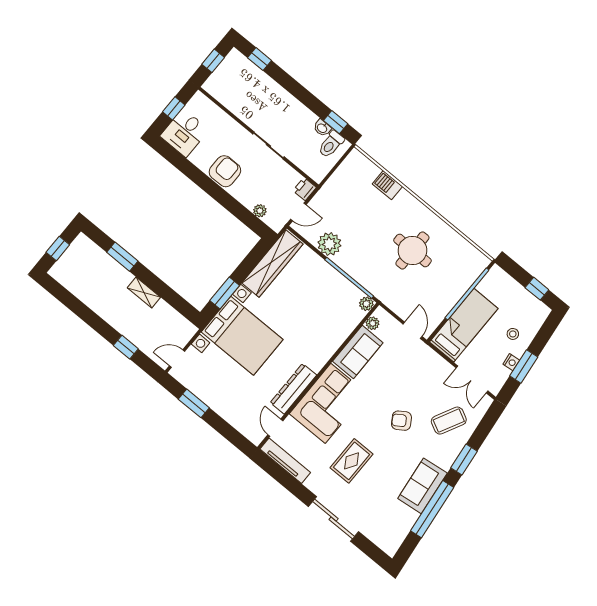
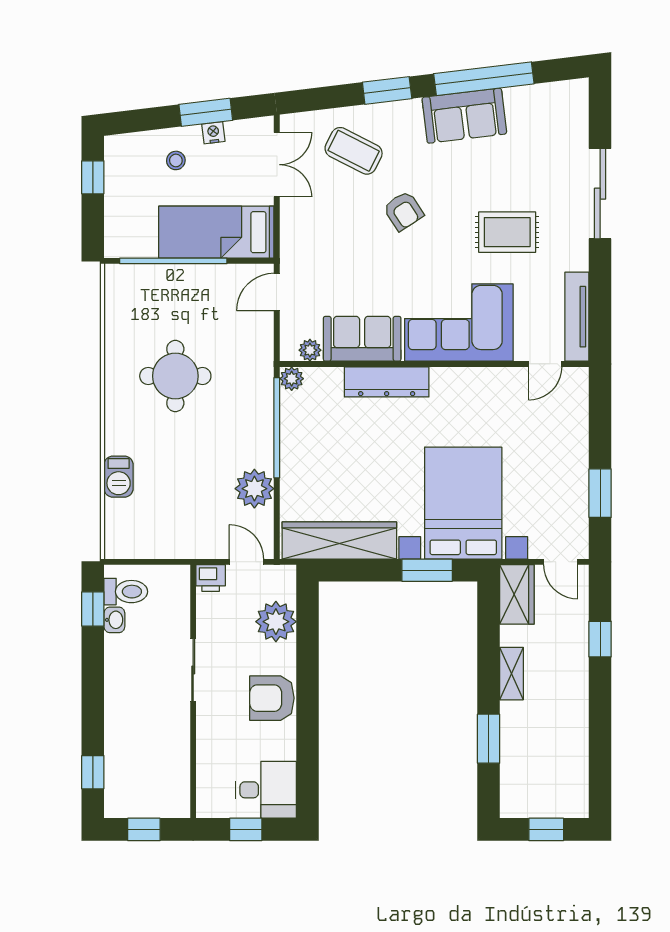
plant: (260, 211) -> (276, 622), width x1.88, depth x1.88
wardrobe: (179, 326) -> (517, 594), added
dresser: (293, 389) -> (387, 382), moved

